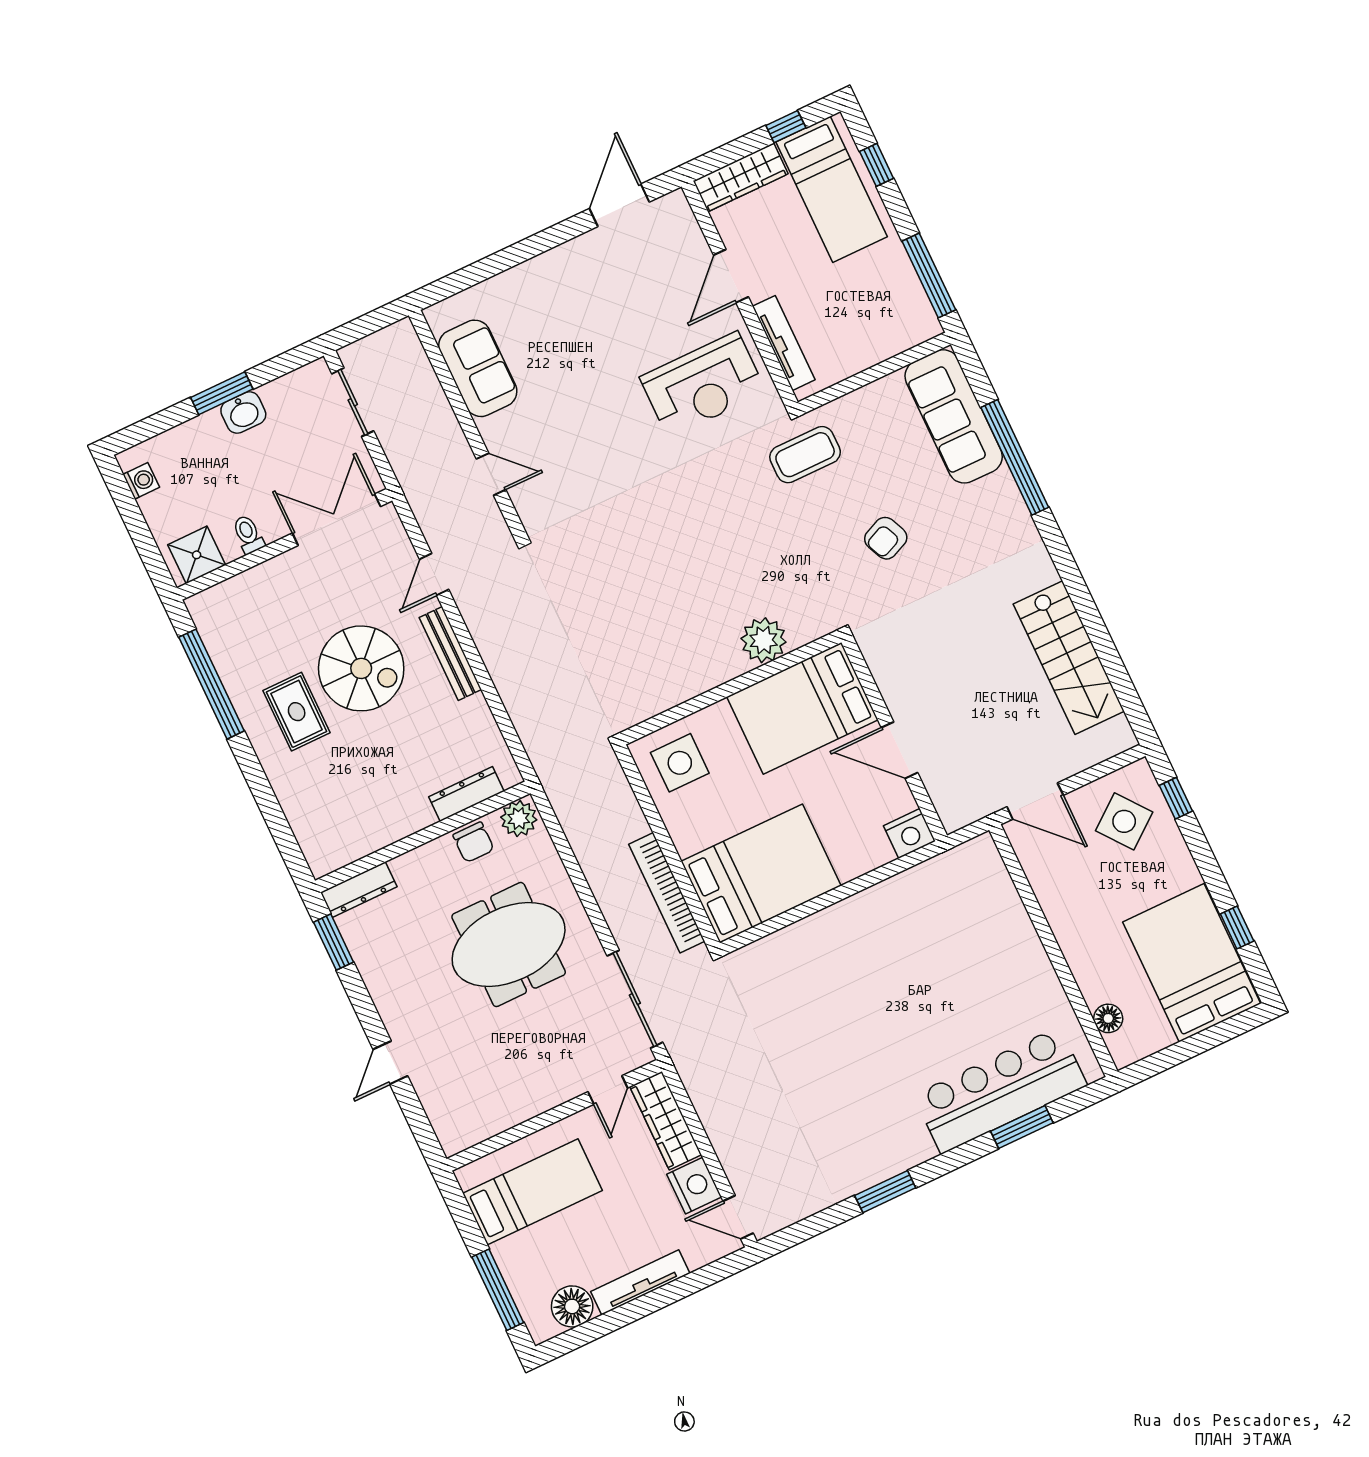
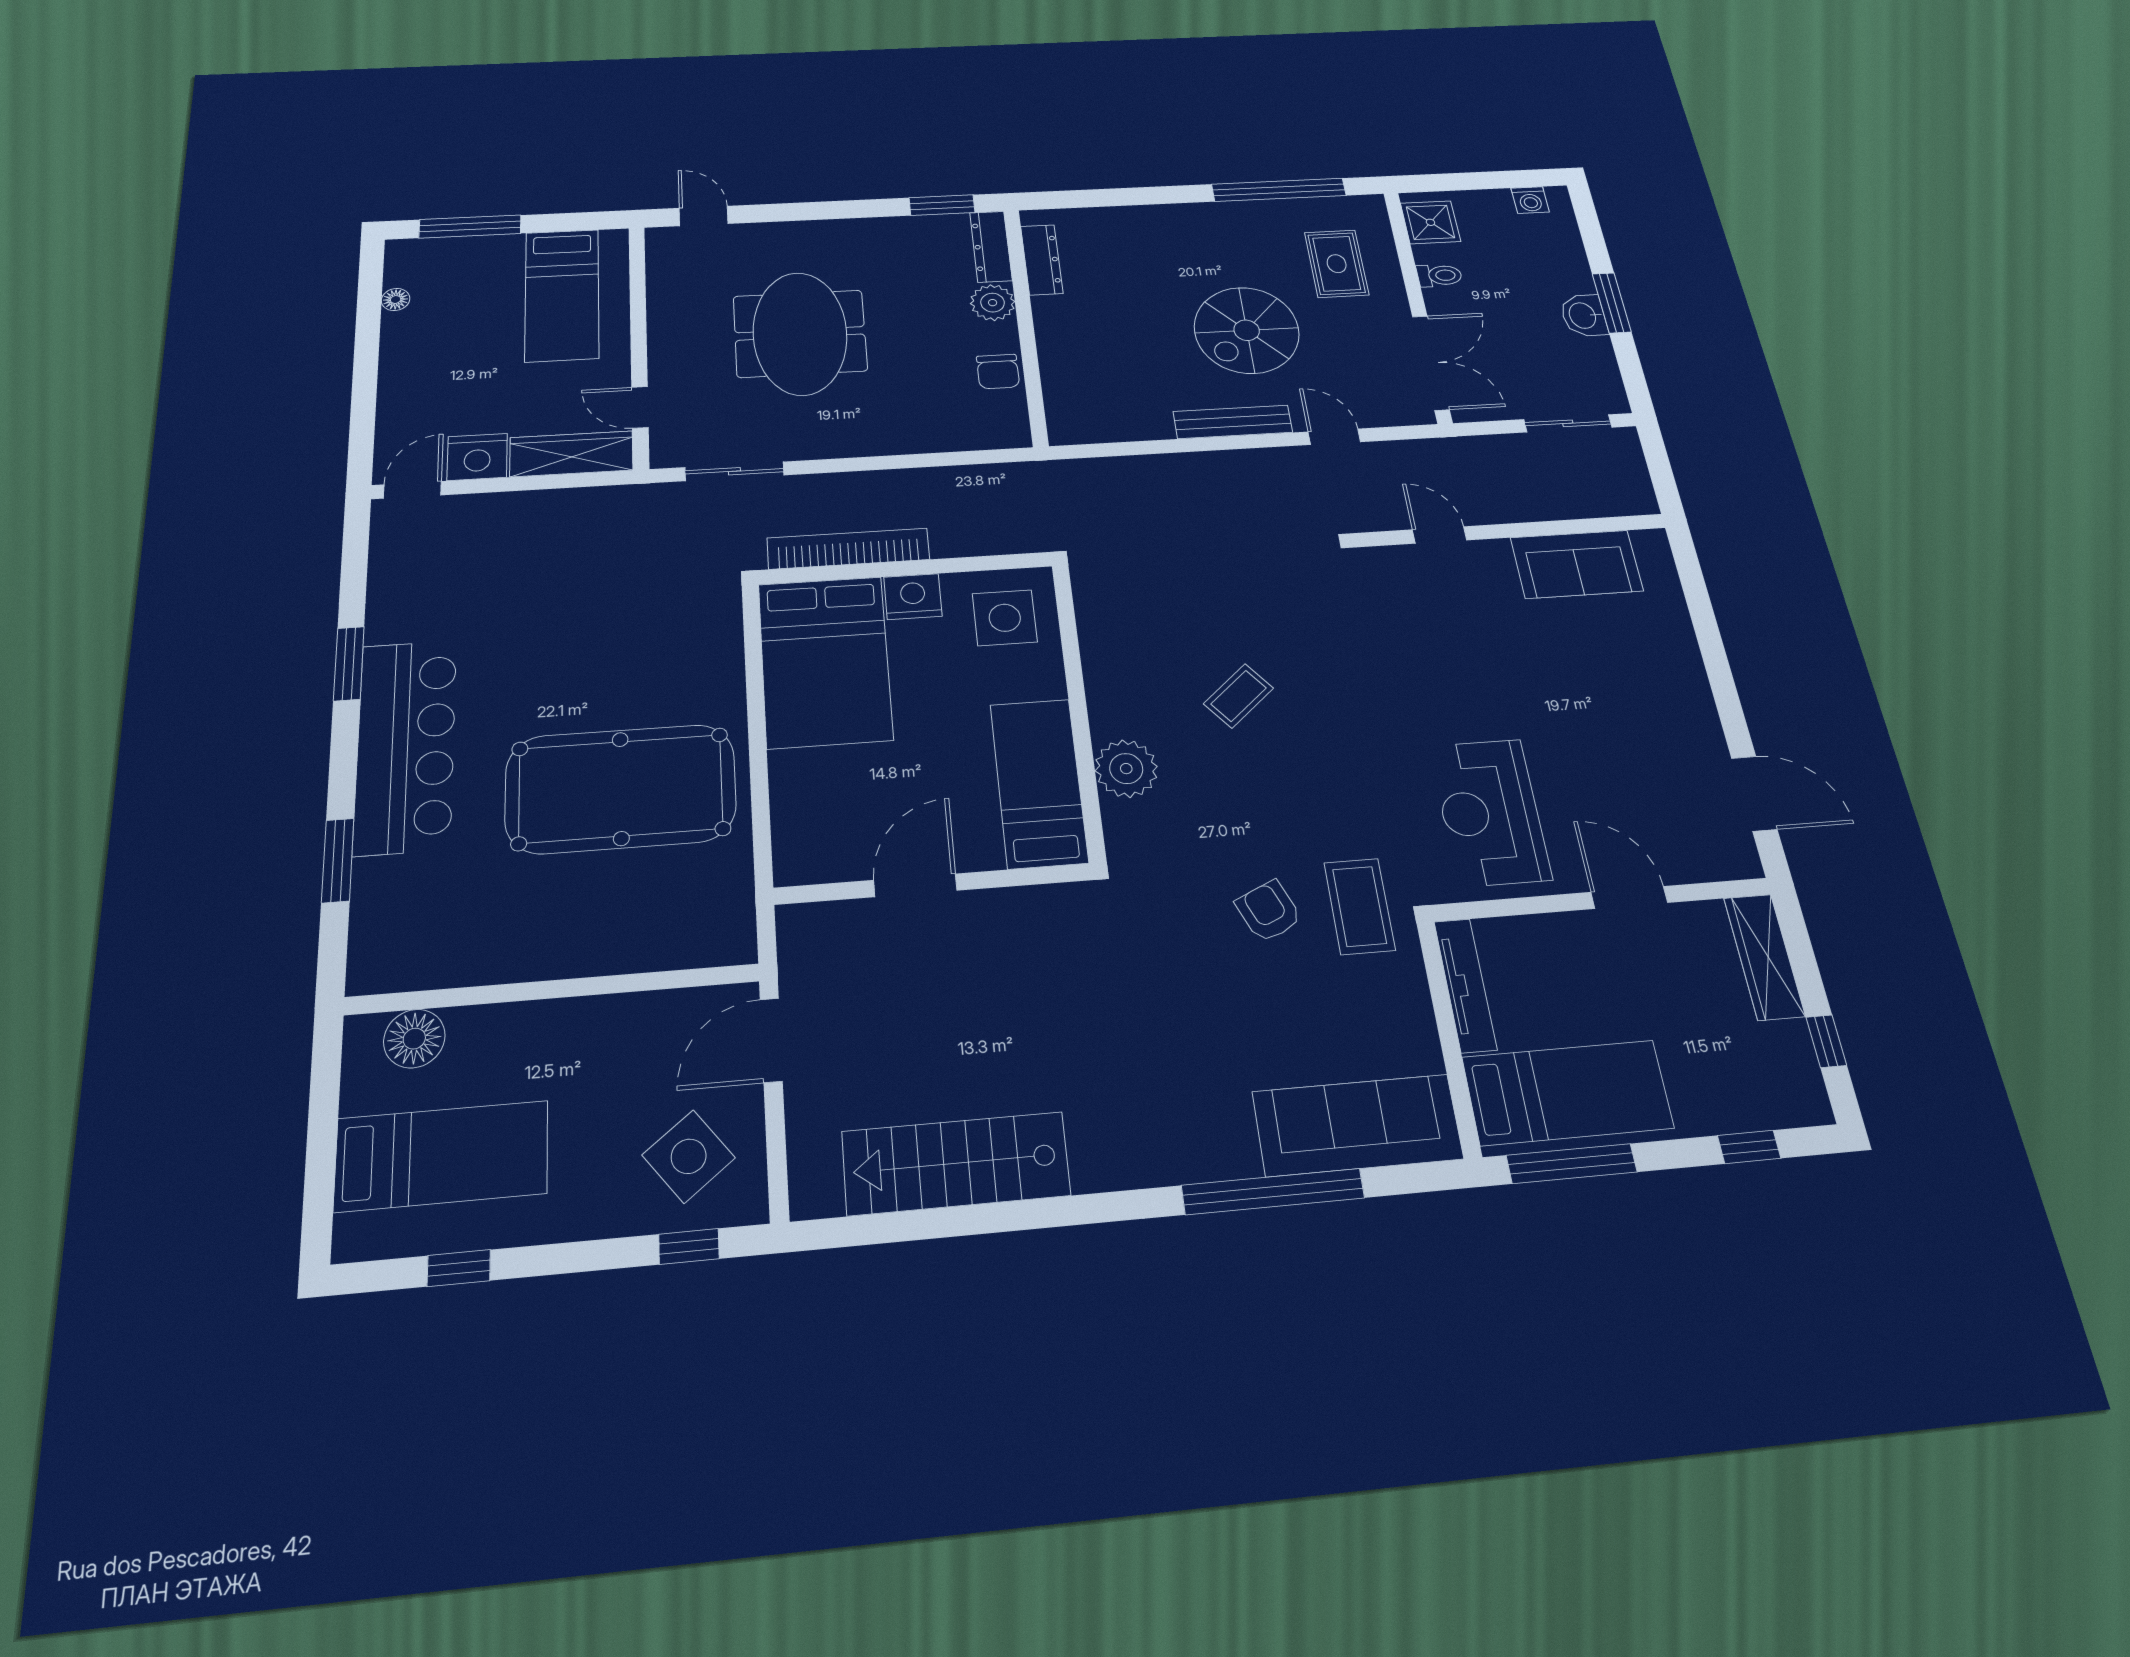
bed: (832, 189) -> (1568, 1093), moved, turned 180
tv unit: (784, 343) -> (1465, 985), moved, turned -90
door: (491, 474) -> (1440, 535), swing flipped
armchair: (886, 538) -> (1269, 911), moved
coffee table: (679, 581) -> (1239, 696), added
bed: (802, 708) -> (1039, 783), width x0.67
rug: (297, 712) -> (1337, 264), moved, turned 90
dresser: (466, 794) -> (1042, 260), moved
plant: (519, 818) -> (993, 303), moved
nightstand: (909, 833) -> (913, 597), moved, turned 90
chair: (473, 842) -> (998, 372), turned -90
meeting table: (509, 944) -> (800, 333), moved
bed: (1192, 963) -> (442, 1156), width x0.67
pool table: (905, 970) -> (621, 789), added
sliding door: (635, 999) -> (734, 471), width x0.73
floor lamp: (1108, 1018) -> (414, 1039), width x1.38, depth x1.38
door: (390, 1063) -> (704, 216), moved
bar counter: (1000, 1090) -> (406, 746), moved
tv unit: (640, 1282) -> (395, 364), removed
floor lamp: (572, 1306) -> (396, 300), width x0.53, depth x0.53

